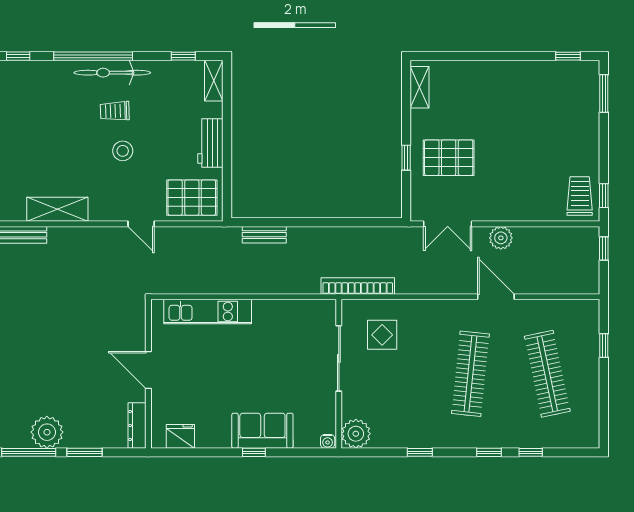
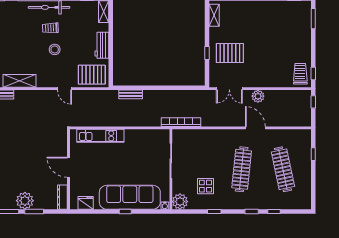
display table: (382, 335) -> (205, 186), moved
sofa: (262, 431) -> (130, 197), width x1.85, depth x1.27
plant: (47, 432) -> (25, 201), moved

